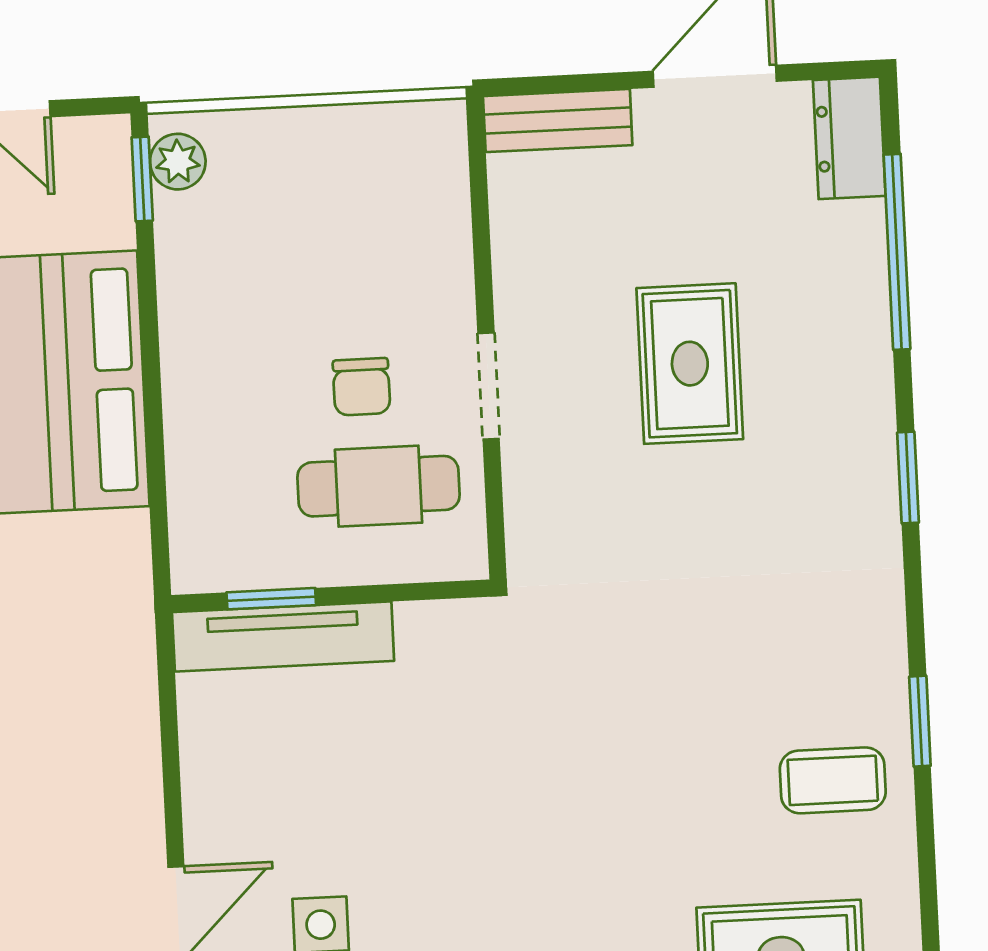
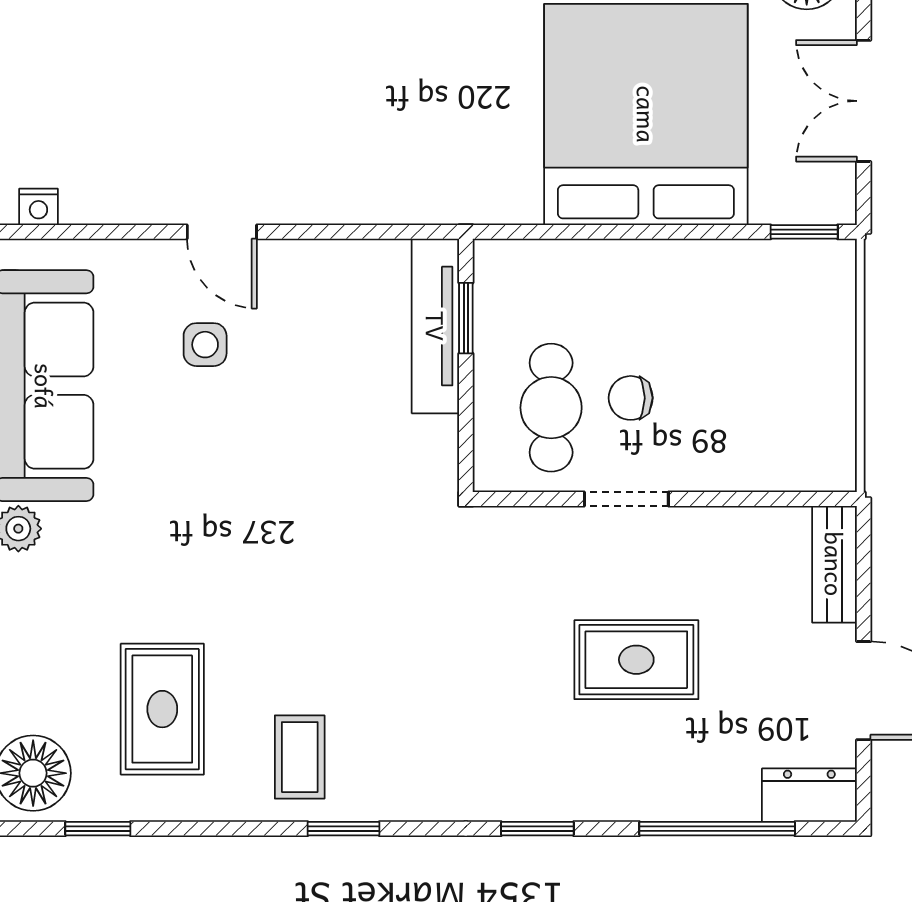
plant: (178, 162) -> (817, 261), removed

